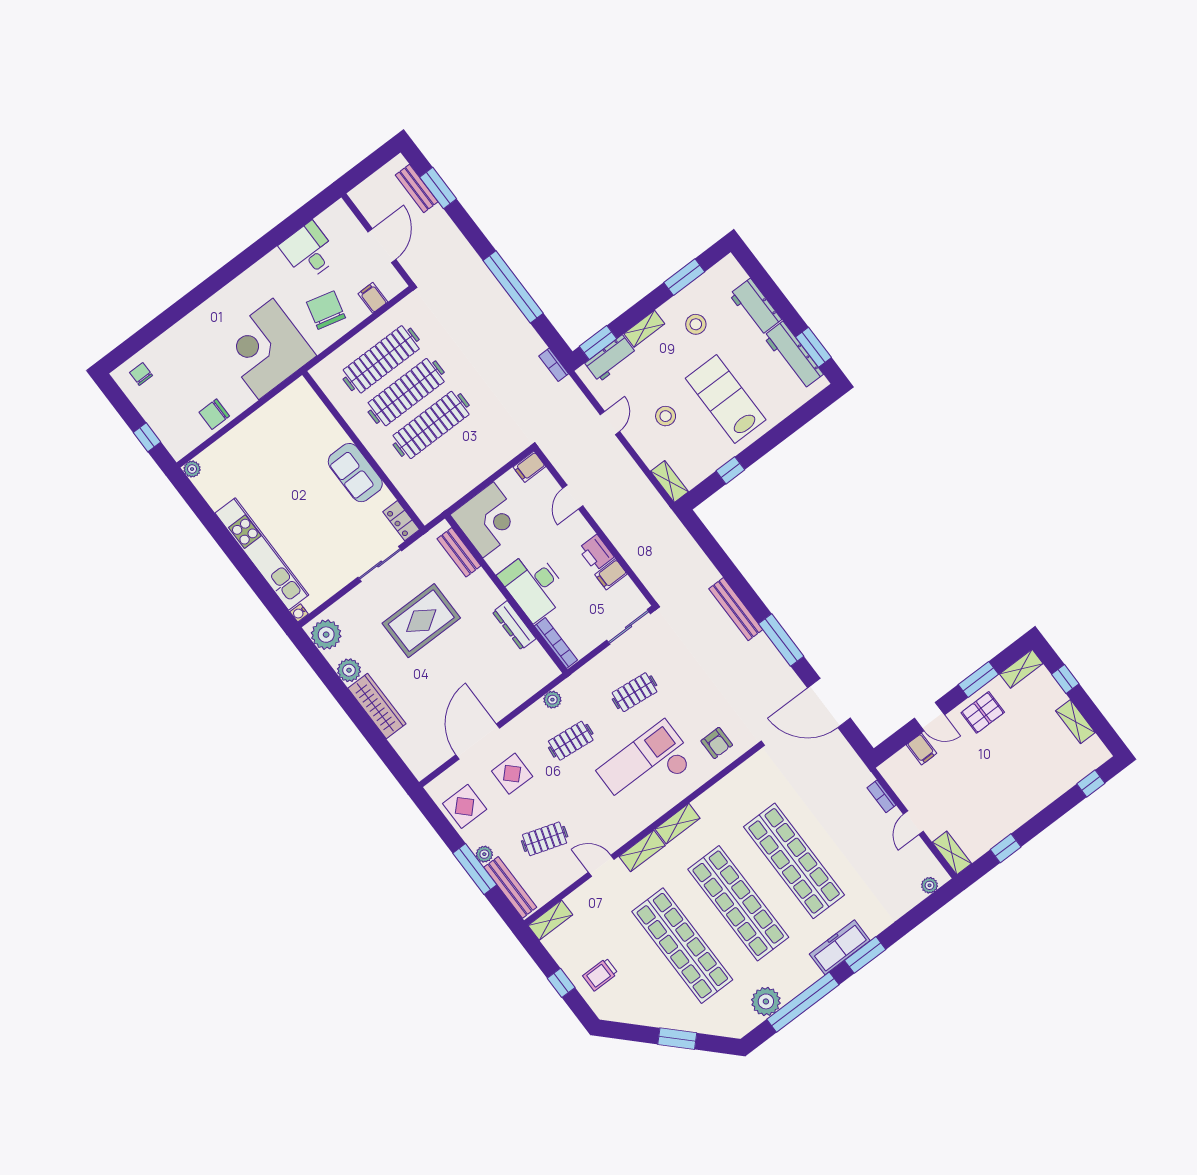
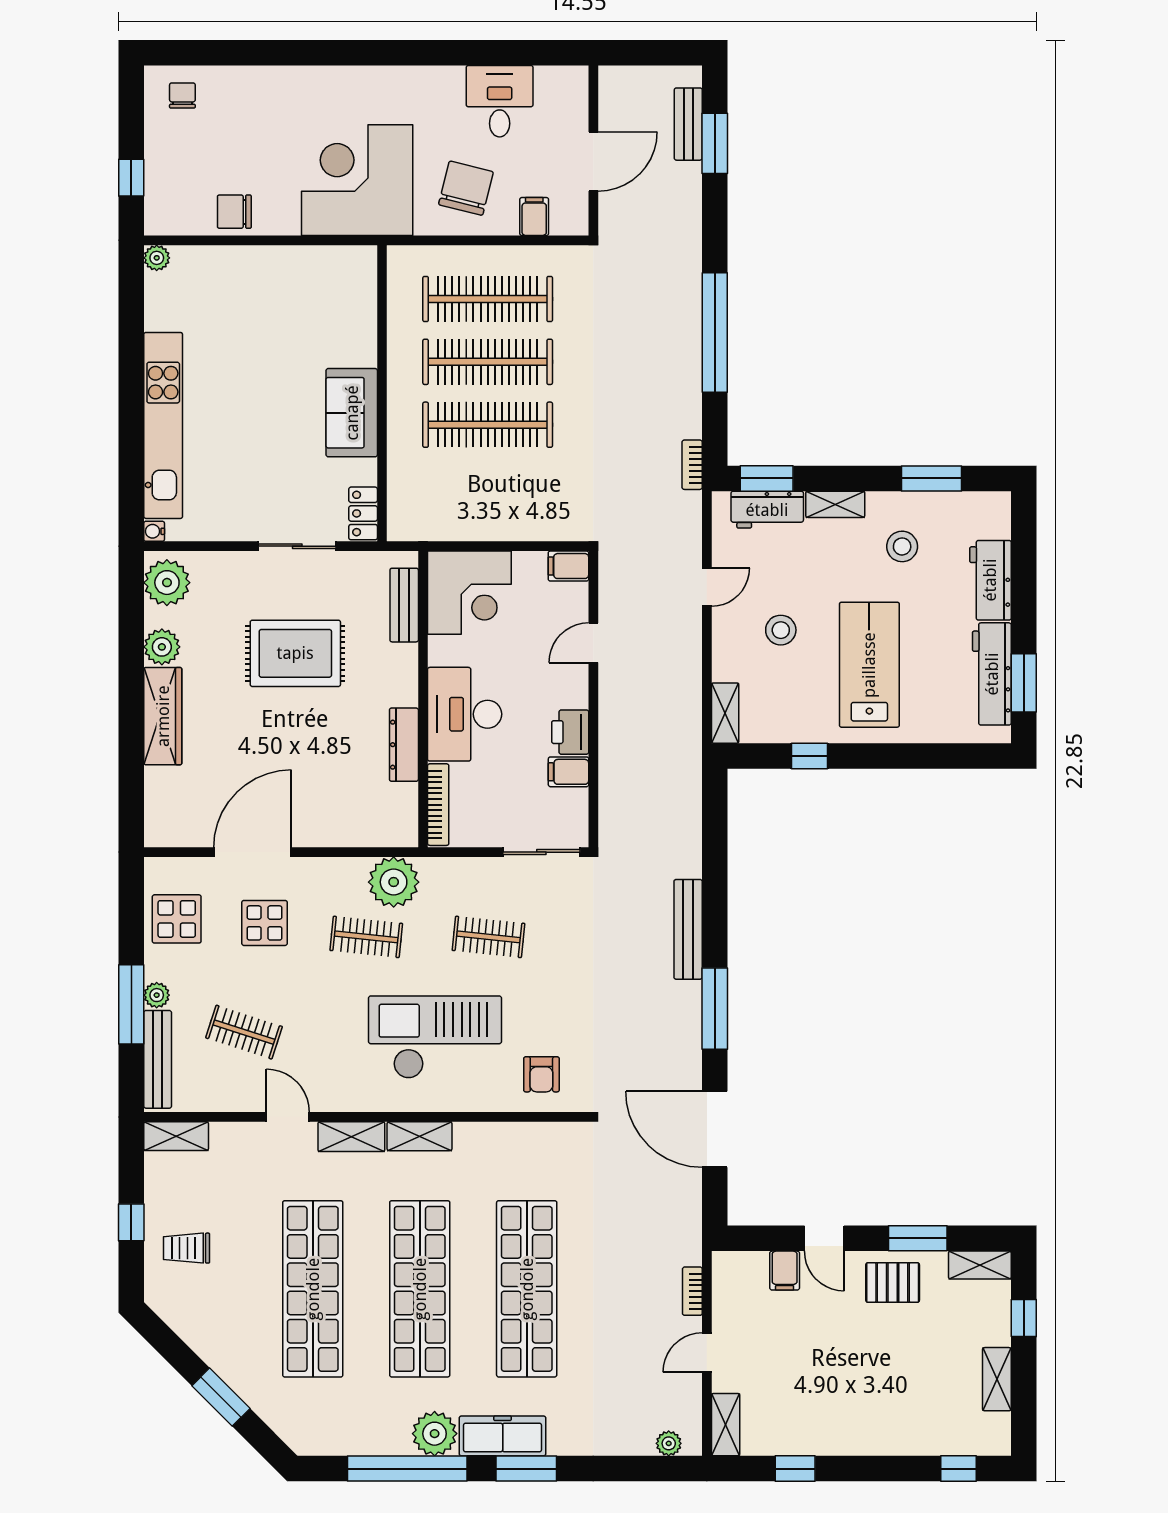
plant: (552, 700) -> (394, 882), width x1.87, depth x1.87
plant: (766, 1001) -> (435, 1434), moved

